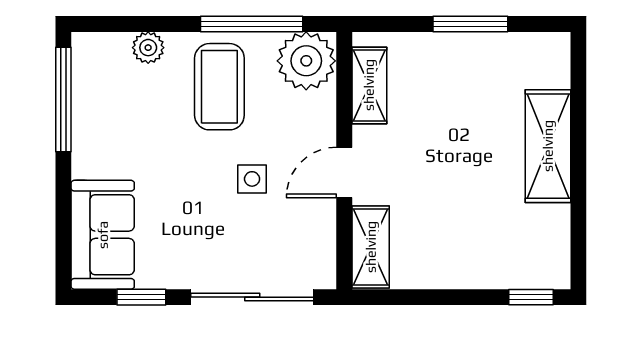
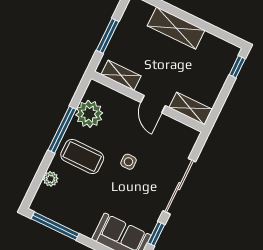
shelving: (369, 85) -> (121, 75), moved
wall: (344, 161) -> (148, 102), moved
door: (344, 172) -> (153, 104), moved
shelving: (371, 247) -> (190, 108), moved

